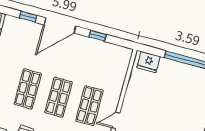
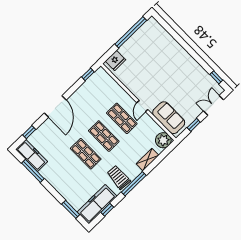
window: (28, 17) -> (29, 132), moved
window: (98, 36) -> (88, 74), moved

